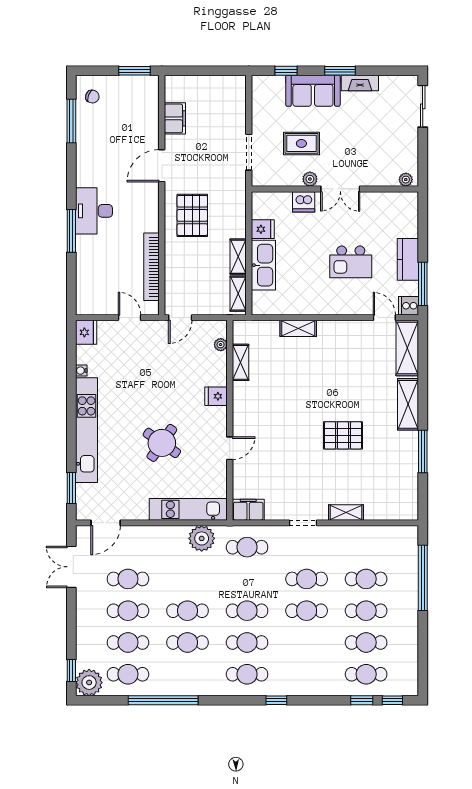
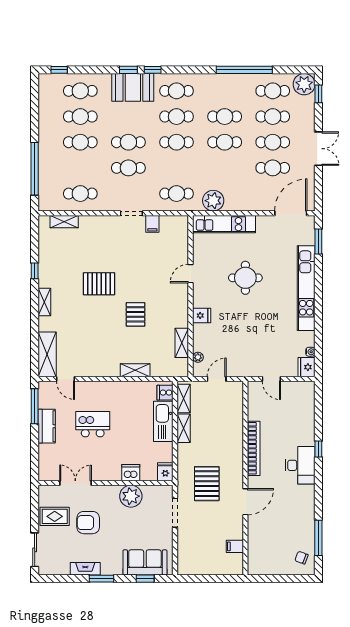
window: (134, 71) -> (267, 579), removed
sofa: (313, 91) -> (145, 562), moved
filing cabinet: (175, 118) -> (235, 546), width x0.50
armchair: (356, 140) -> (88, 523), added
rug: (301, 143) -> (55, 516), moved
plant: (310, 179) -> (131, 496), width x1.87, depth x1.87
plant: (406, 180) -> (48, 491), removed
double door: (340, 189) -> (75, 483), moved
pallet: (192, 215) -> (207, 484), moved
fridge: (263, 229) -> (165, 472), moved, turned 90
window: (71, 231) -> (318, 449), width x0.46
bookcase: (152, 267) -> (254, 448), moved
cooker: (409, 306) -> (165, 393), moved, turned 180
door: (180, 318) -> (217, 379), moved
water cooler: (81, 371) -> (310, 352), moved
pallet: (298, 398) -> (136, 314), added
shelving: (408, 404) -> (44, 302), width x0.67, depth x0.75
round table: (162, 443) -> (245, 278), turned -35
window: (423, 451) -> (35, 271), width x0.46
filing cabinet: (248, 510) -> (152, 224), moved, width x0.50
shelving: (346, 512) -> (64, 222), moved
door: (106, 523) -> (291, 213), width x1.36
double door: (71, 567) -> (318, 149), moved
cafe table: (366, 579) -> (80, 194), moved
booth: (301, 679) -> (133, 87), added
window: (362, 700) -> (128, 70), moved

